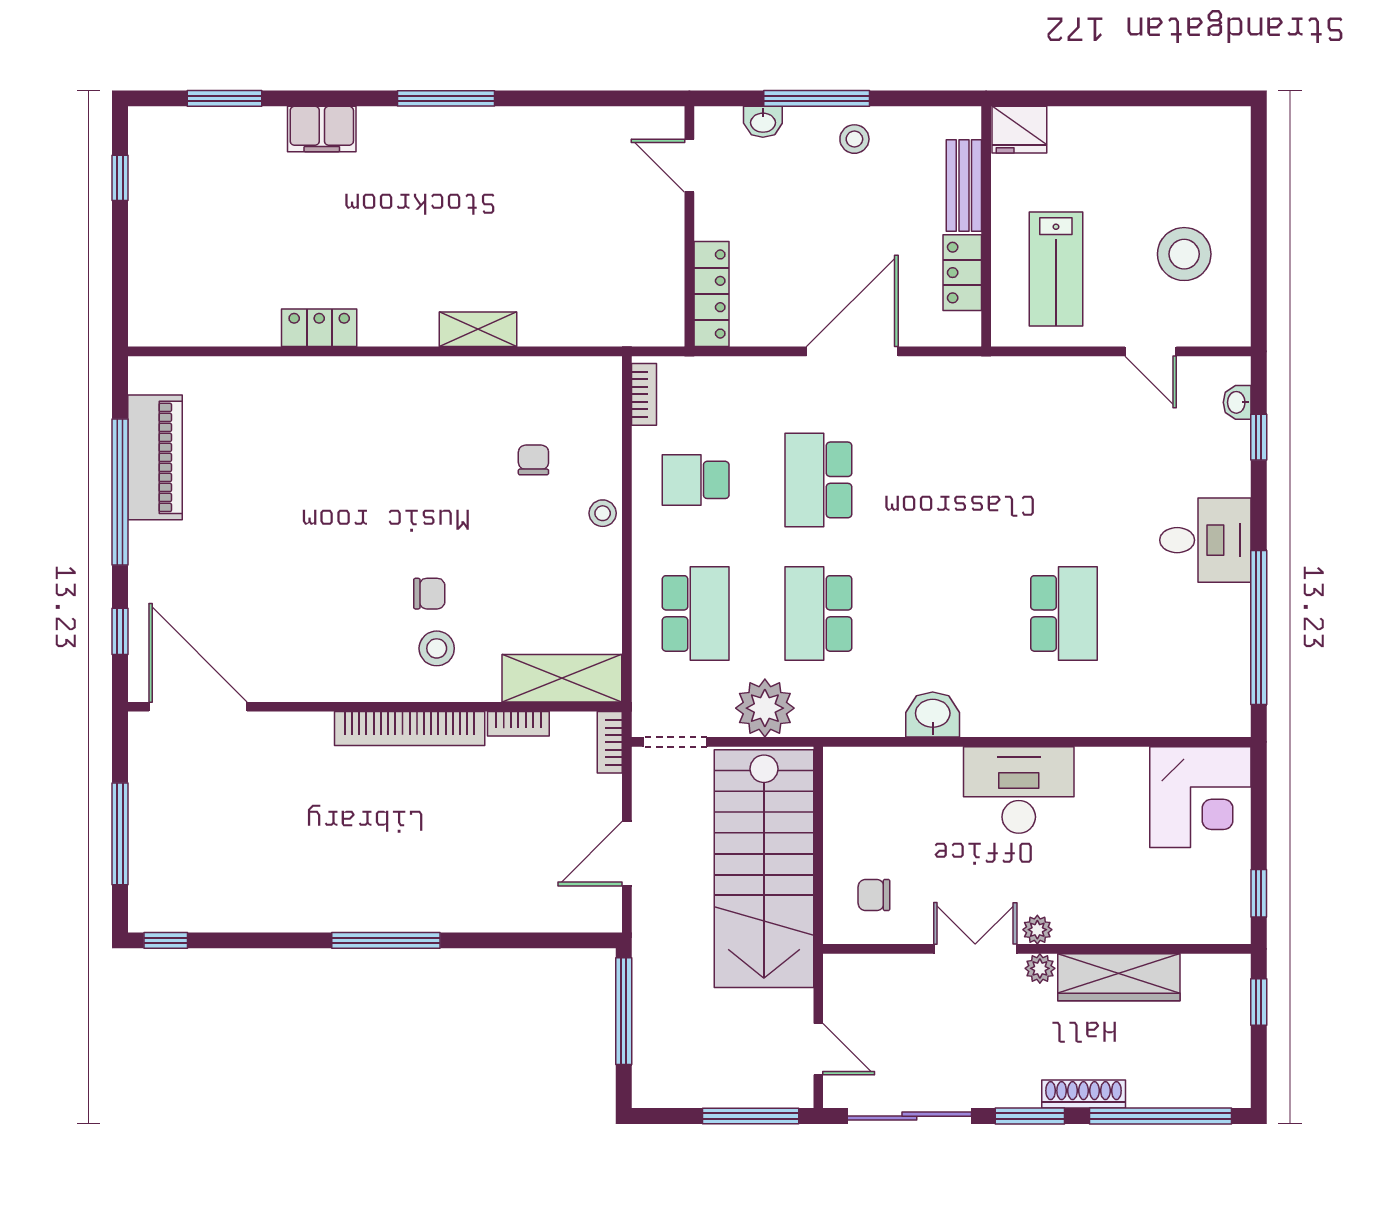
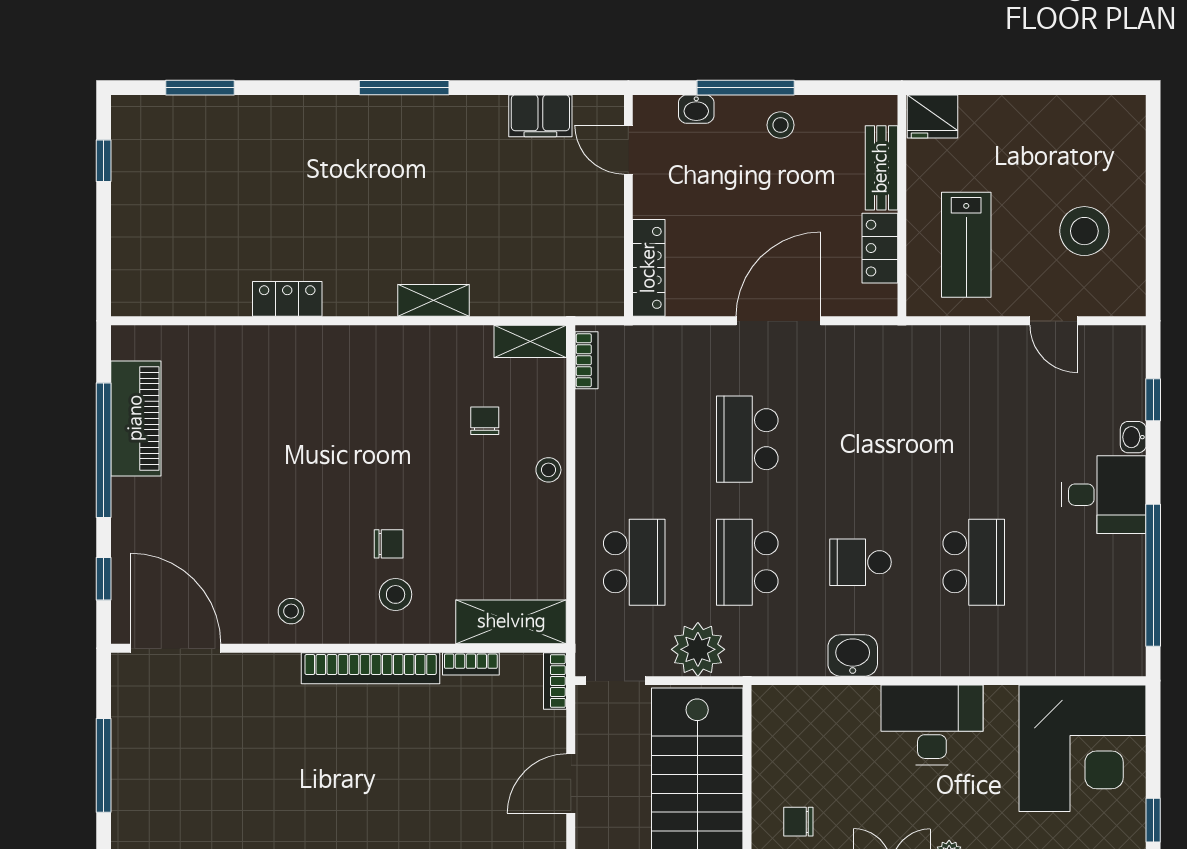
filing cabinet: (322, 129) -> (540, 116), moved
shelving: (583, 374) -> (530, 341), added
washbasin: (1237, 402) -> (1133, 437), moved
school desk: (696, 480) -> (861, 562), moved
stool: (323, 666) -> (291, 611), added
corner desk: (1200, 797) -> (1083, 748), width x1.36, depth x1.36

